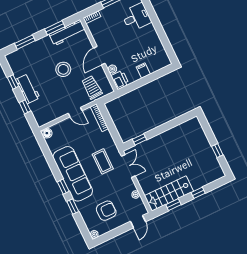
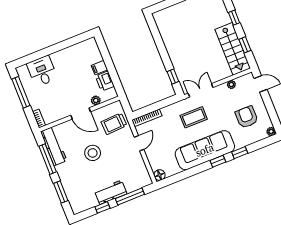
window: (55, 28) -> (48, 159), width x1.44
printer: (120, 80) -> (105, 81), moved, turned -90
window: (25, 107) -> (130, 196), width x2.17

